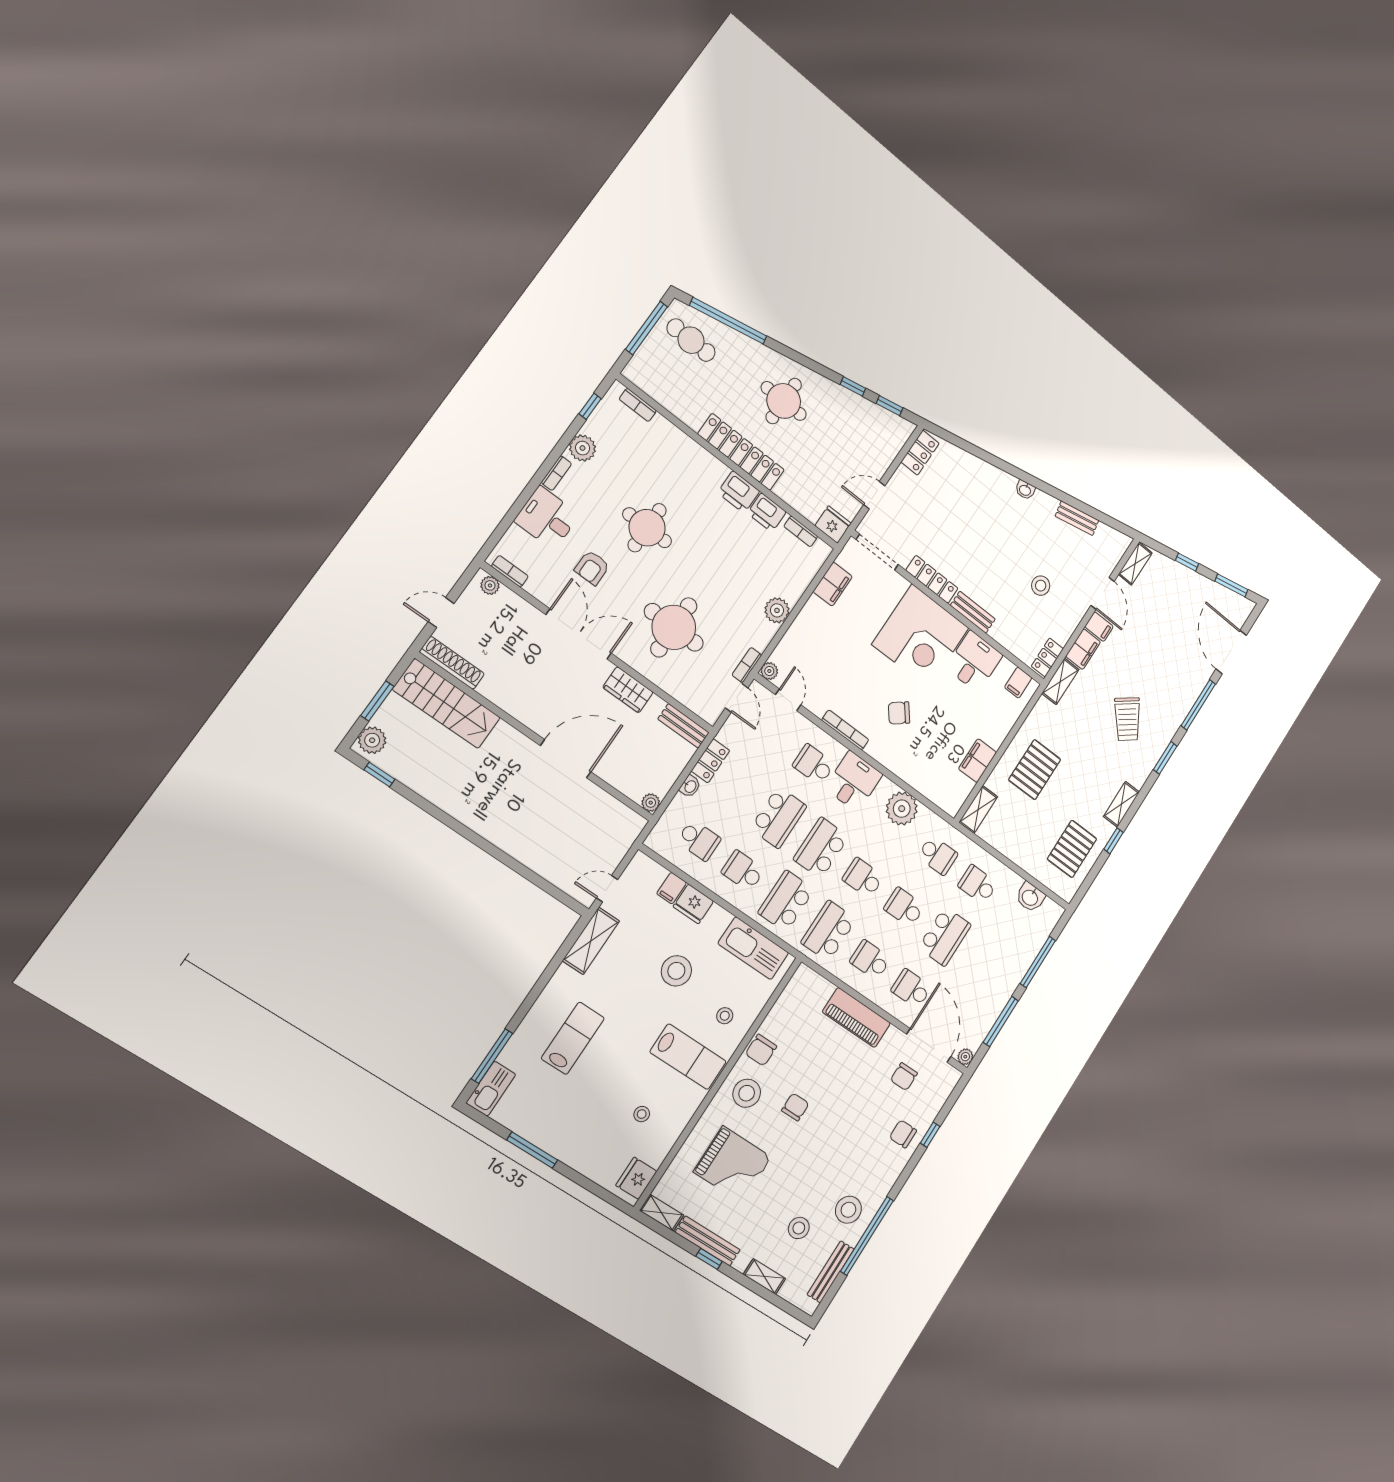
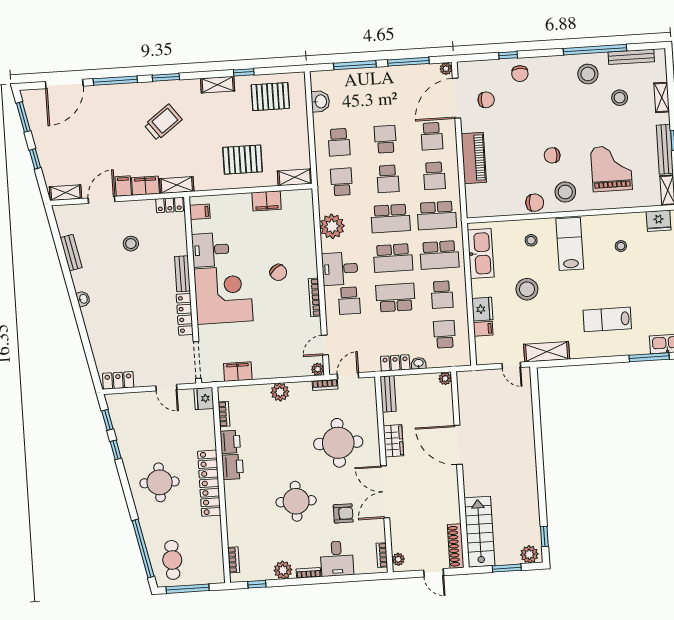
school desk: (863, 878) -> (390, 218), width x1.85
school desk: (945, 936) -> (385, 139), width x0.54

